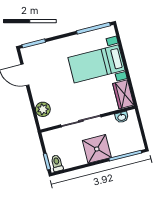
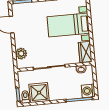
washing machine: (135, 143) -> (88, 91), added
shower: (97, 149) -> (39, 93), moved

